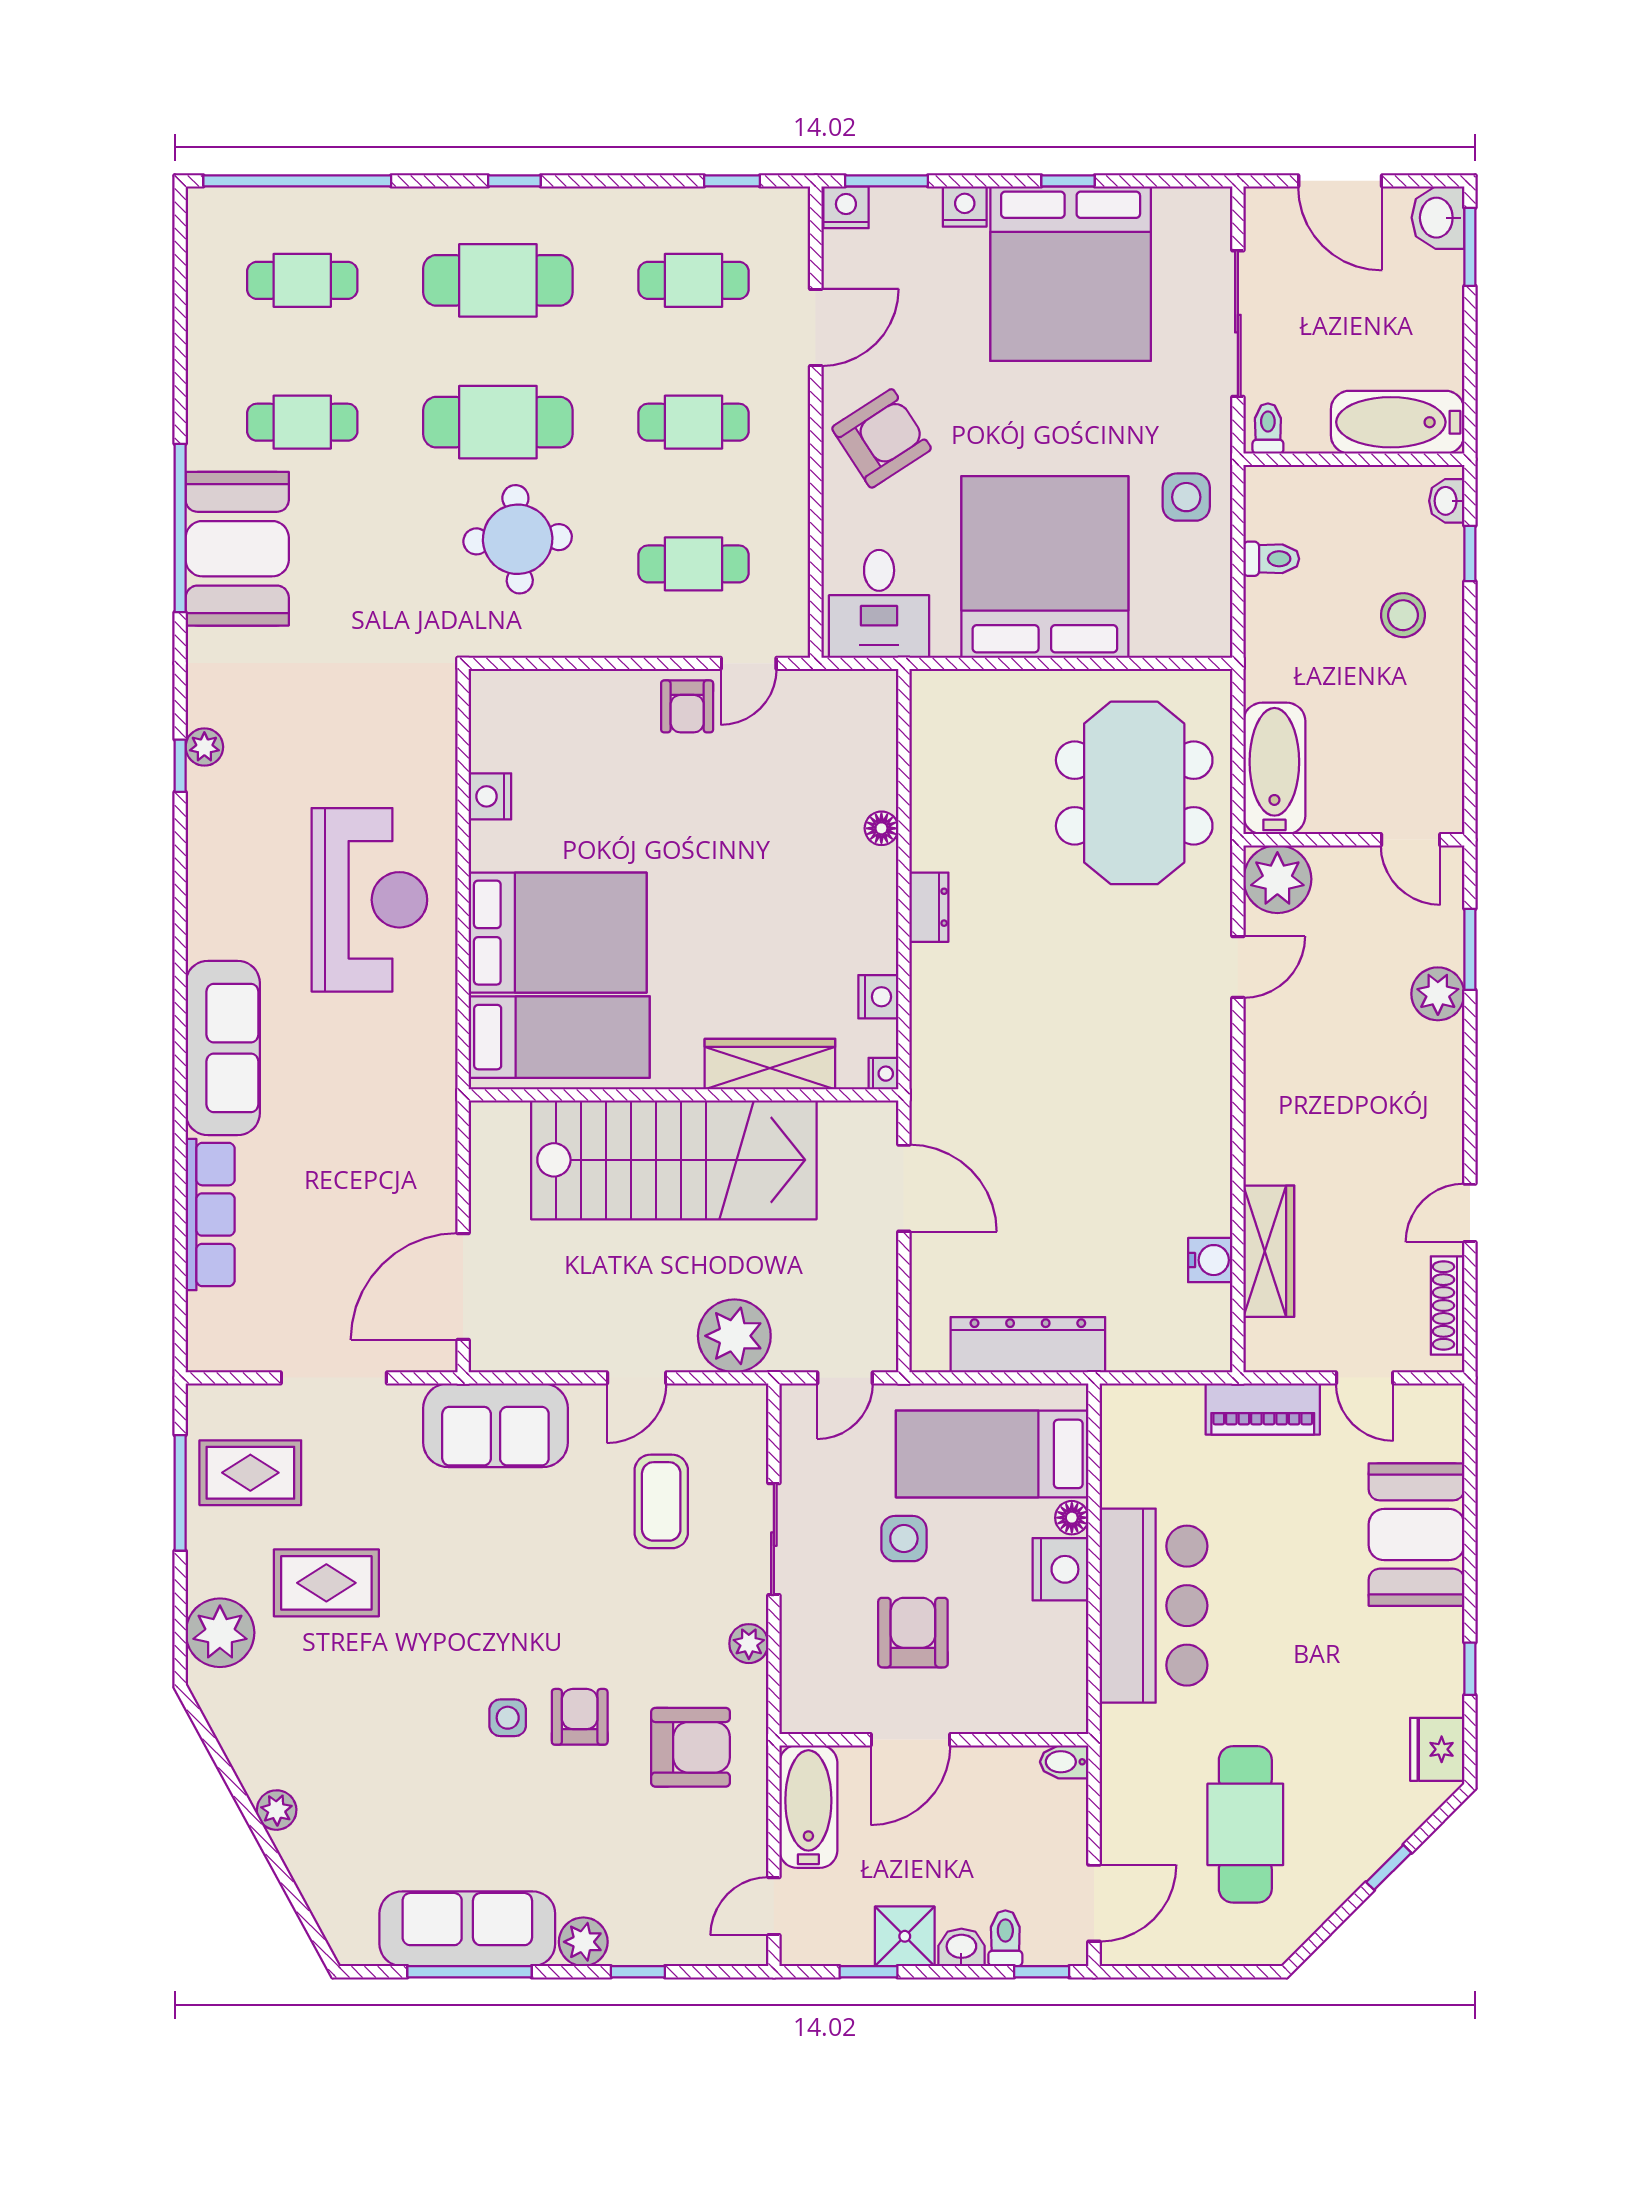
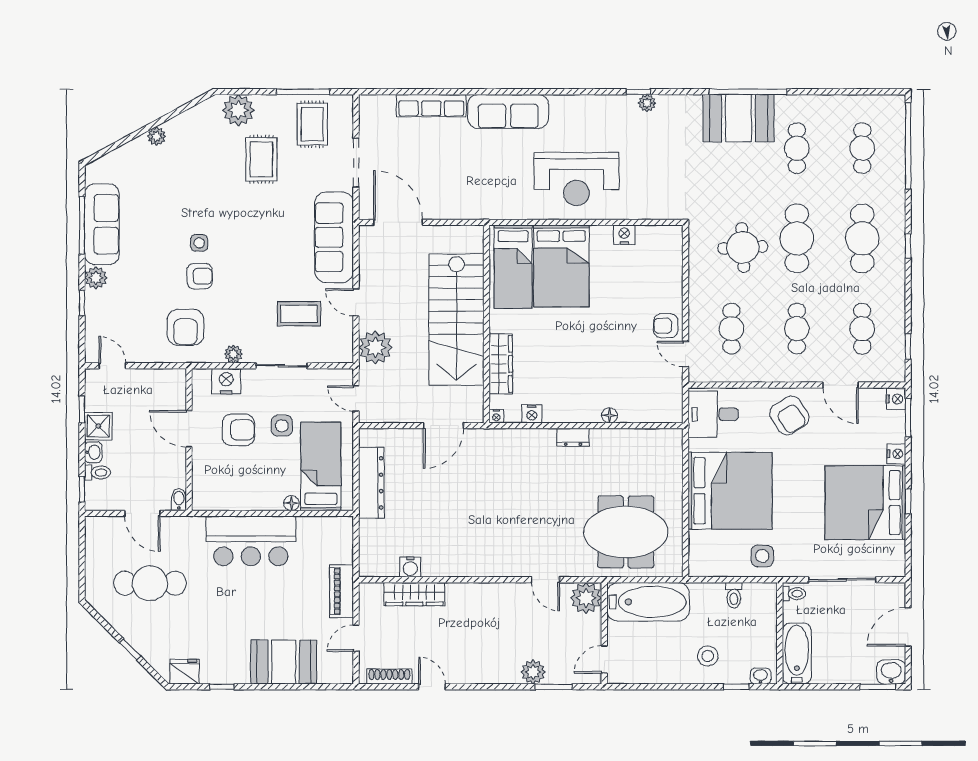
bathtub: (1274, 768) -> (648, 602), width x1.36, depth x1.36
sofa: (495, 1425) -> (334, 237), width x1.36
nightstand: (1061, 1569) -> (226, 381), moved, turned 180
bathtub: (808, 1807) -> (158, 382), removed
door: (1094, 1903) -> (142, 513), moved

